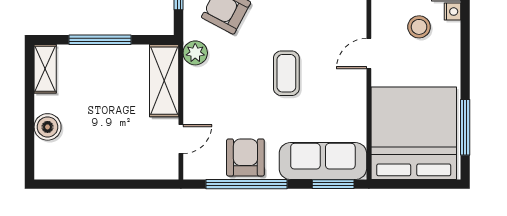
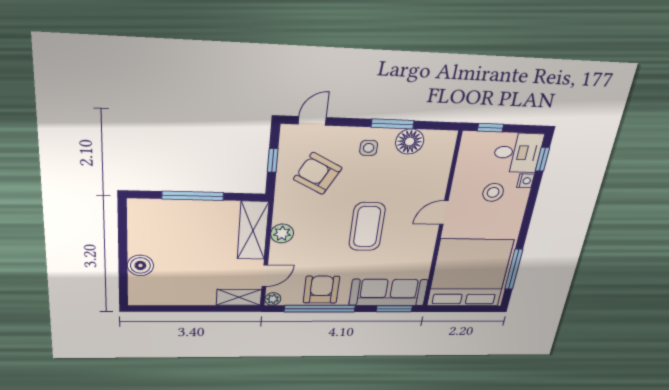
plant: (195, 53) -> (282, 233), moved
shelving: (45, 69) -> (239, 297), moved, turned 90
coffee table: (286, 73) -> (367, 227), width x1.36, depth x1.32
plant: (192, 171) -> (273, 299), added

